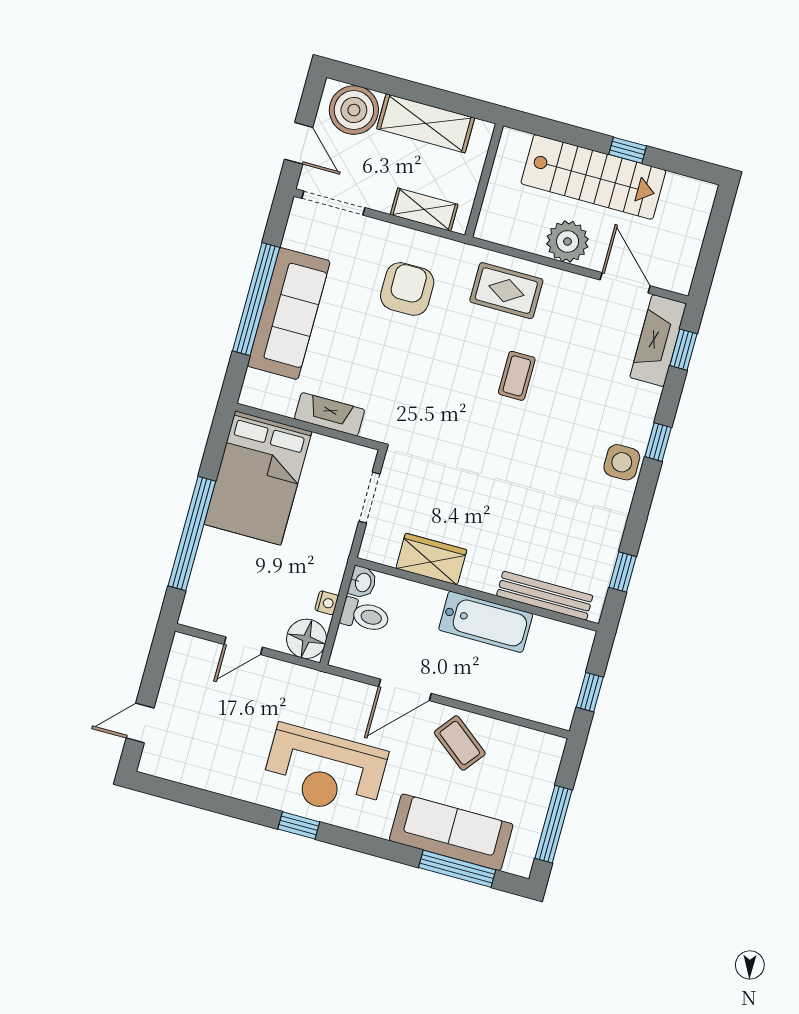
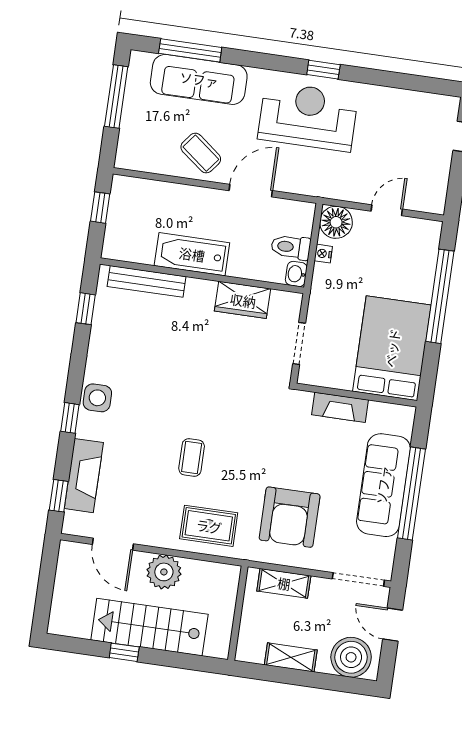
shelving: (426, 123) -> (291, 657), width x0.67, depth x0.75
armchair: (407, 289) -> (290, 517), width x1.36, depth x1.36
fireplace: (658, 341) -> (84, 476), moved

